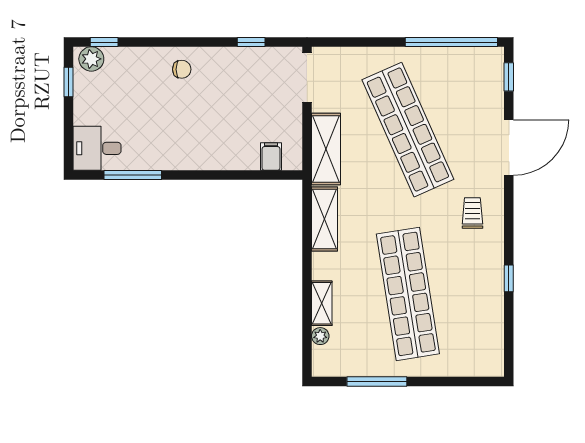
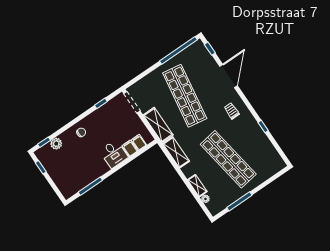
plant: (91, 59) -> (56, 144), moved
shop shelf: (408, 130) -> (185, 96), turned 33
desk: (97, 148) -> (114, 154), moved, turned -90
filing cabinet: (248, 156) -> (130, 148), added

